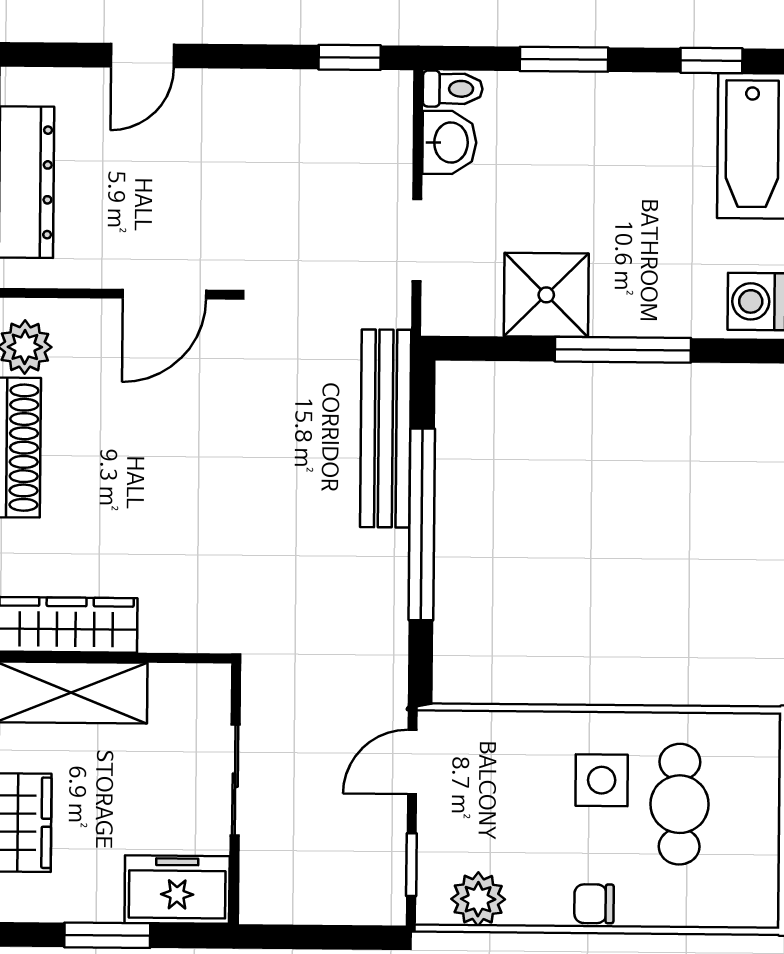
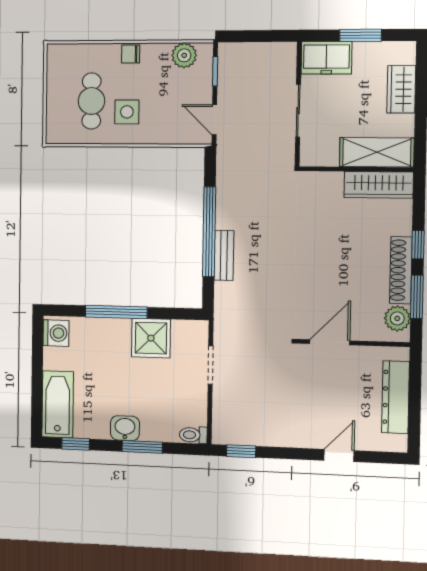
washbasin: (449, 142) -> (125, 428), moved, turned 90
bench: (386, 428) -> (224, 255), width x0.54, depth x0.82
door: (412, 762) -> (214, 120), swing flipped
chair: (594, 904) -> (131, 54), turned 180

